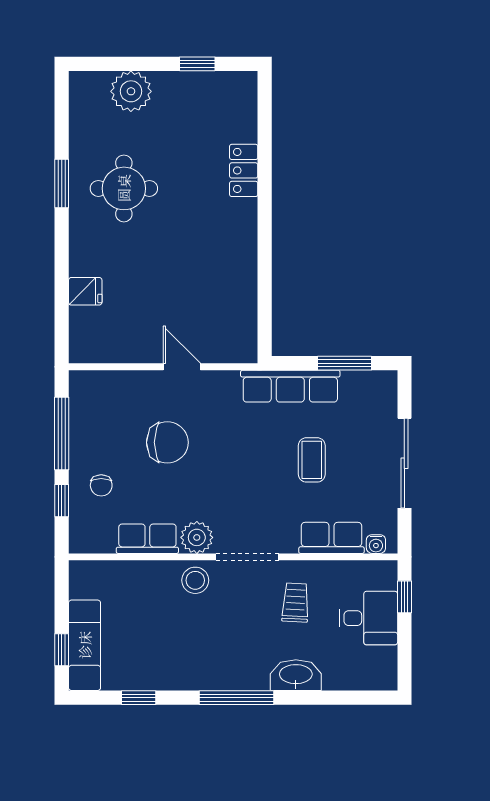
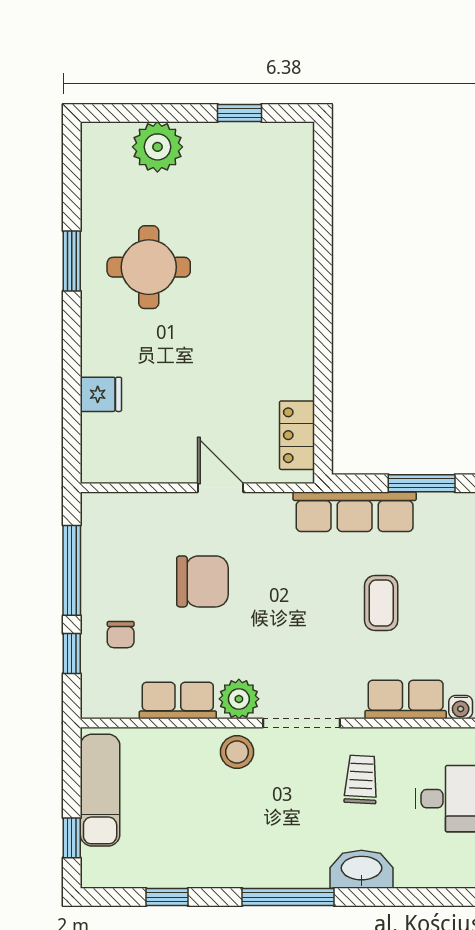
locker: (244, 170) -> (297, 435), moved
exam couch: (85, 645) -> (100, 790), moved

